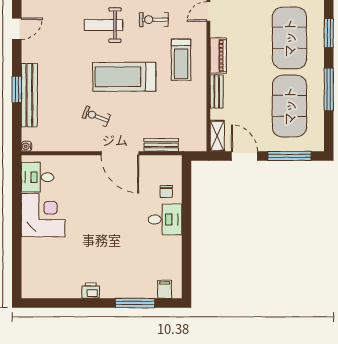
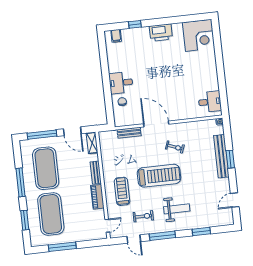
corner desk: (43, 215) -> (199, 35), moved, turned -90
printer: (91, 291) -> (161, 33), width x1.87, depth x1.48
window: (135, 303) -> (135, 24), width x0.46

